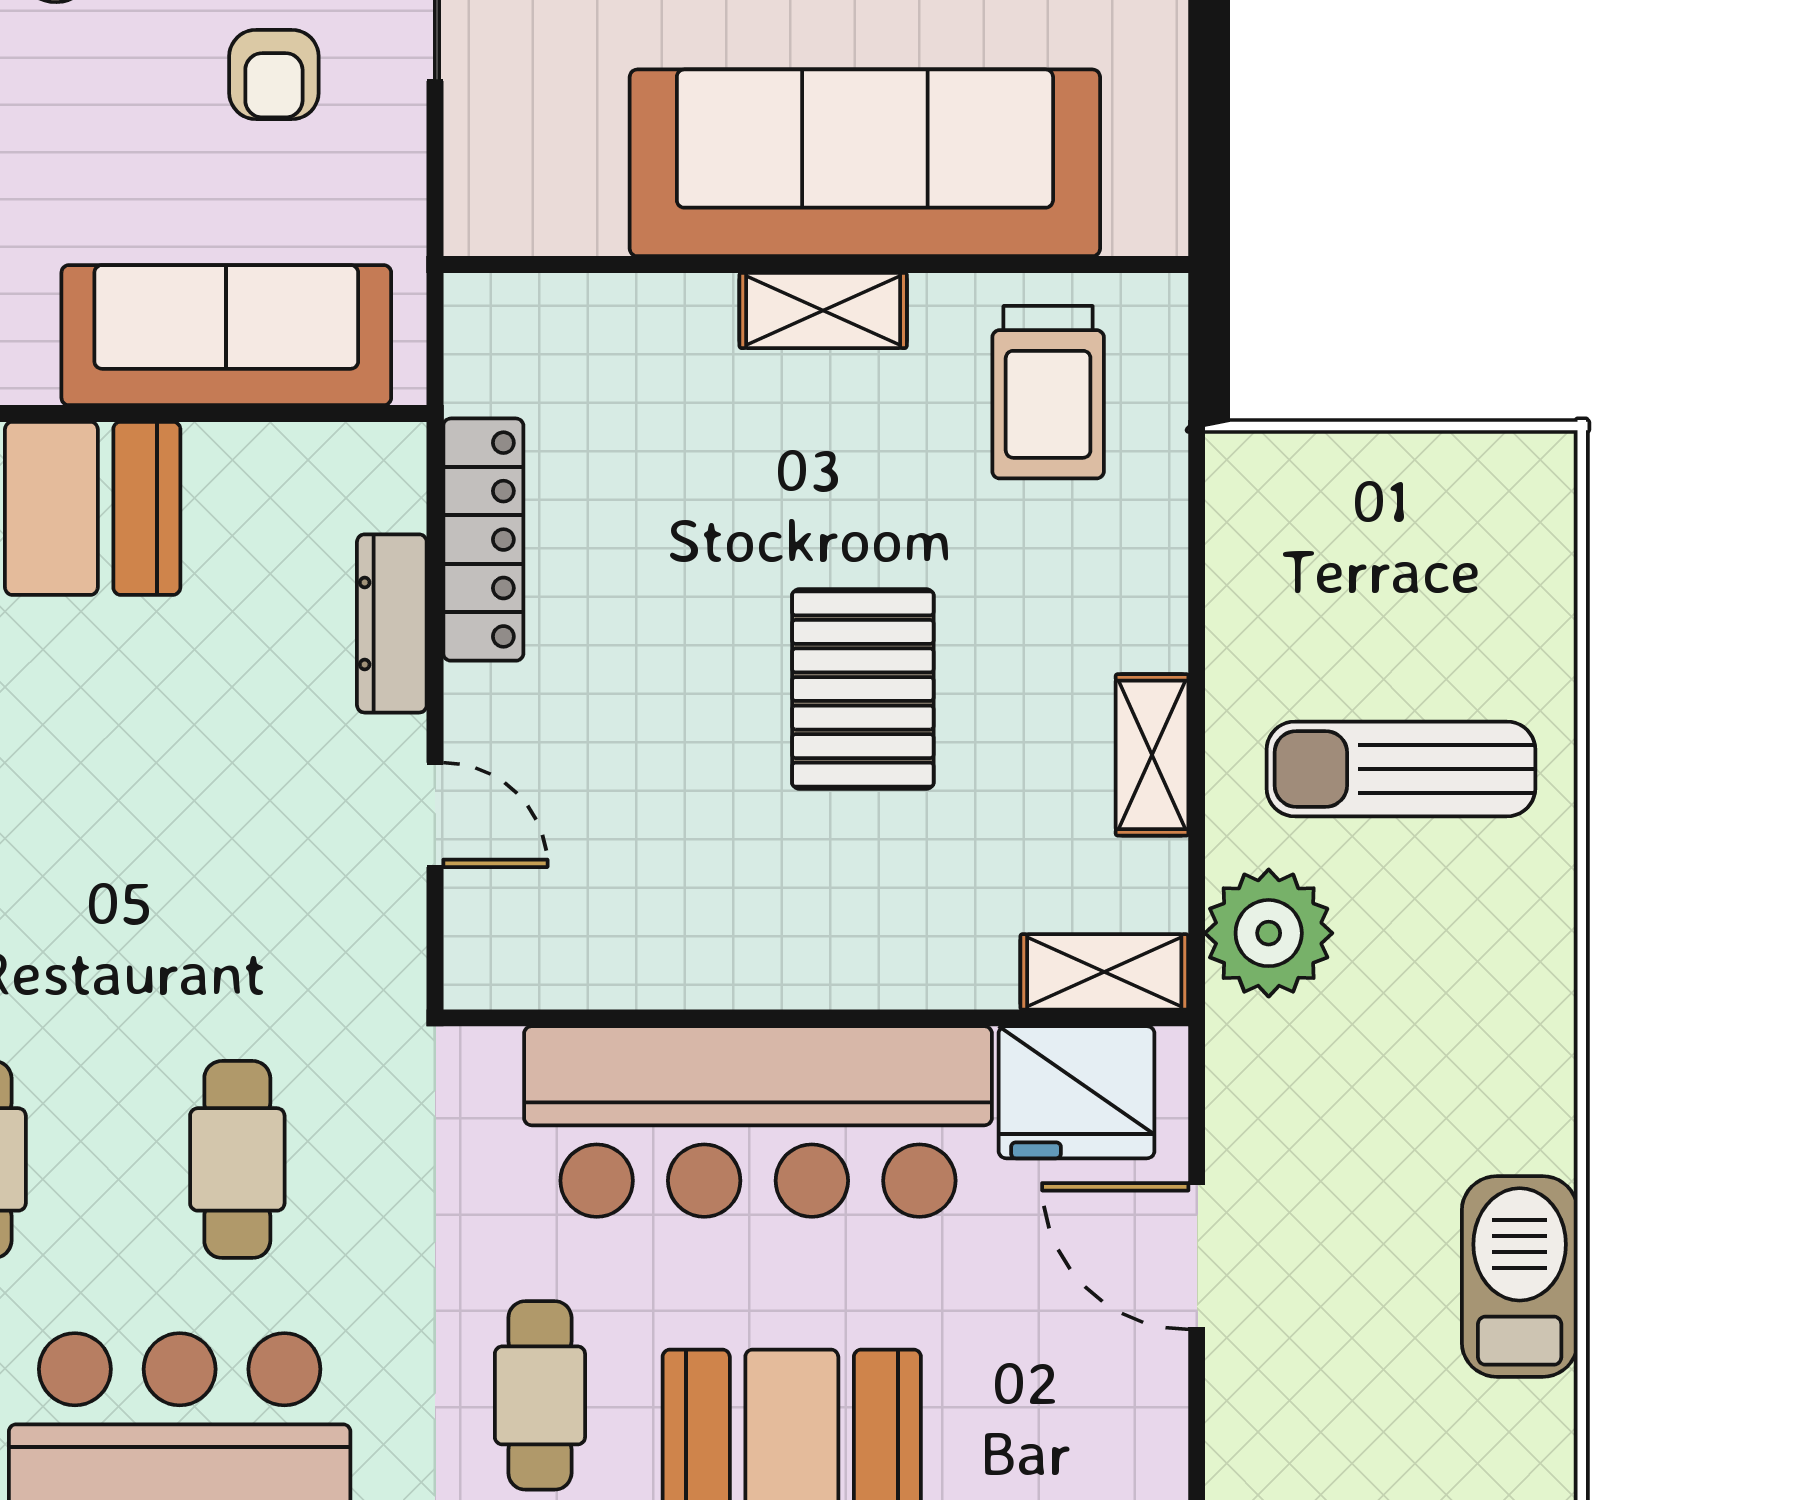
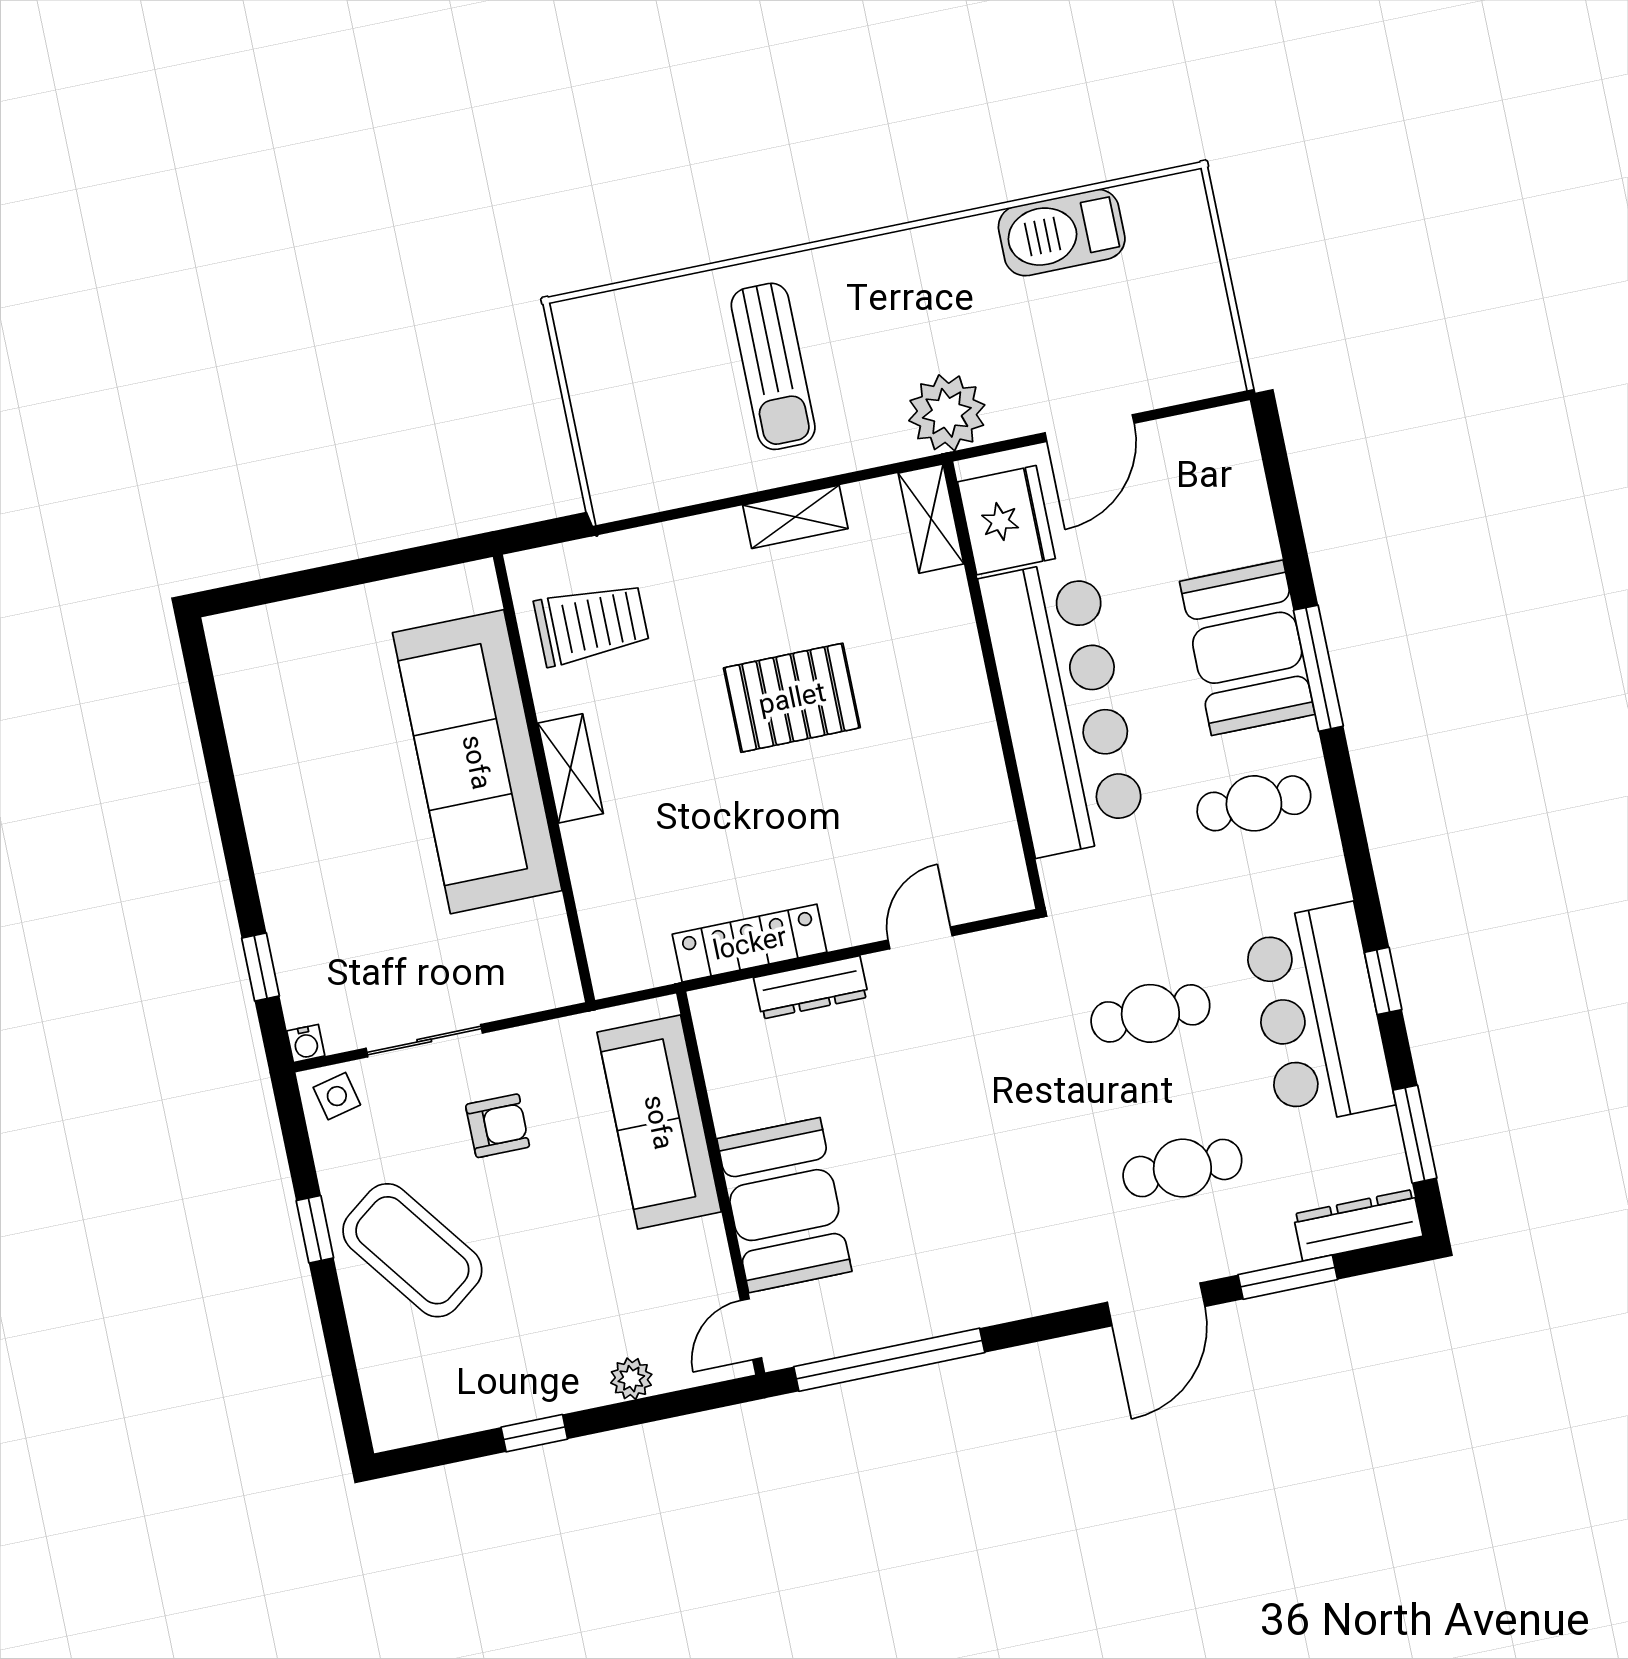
plant: (1269, 933) -> (947, 413), moved

